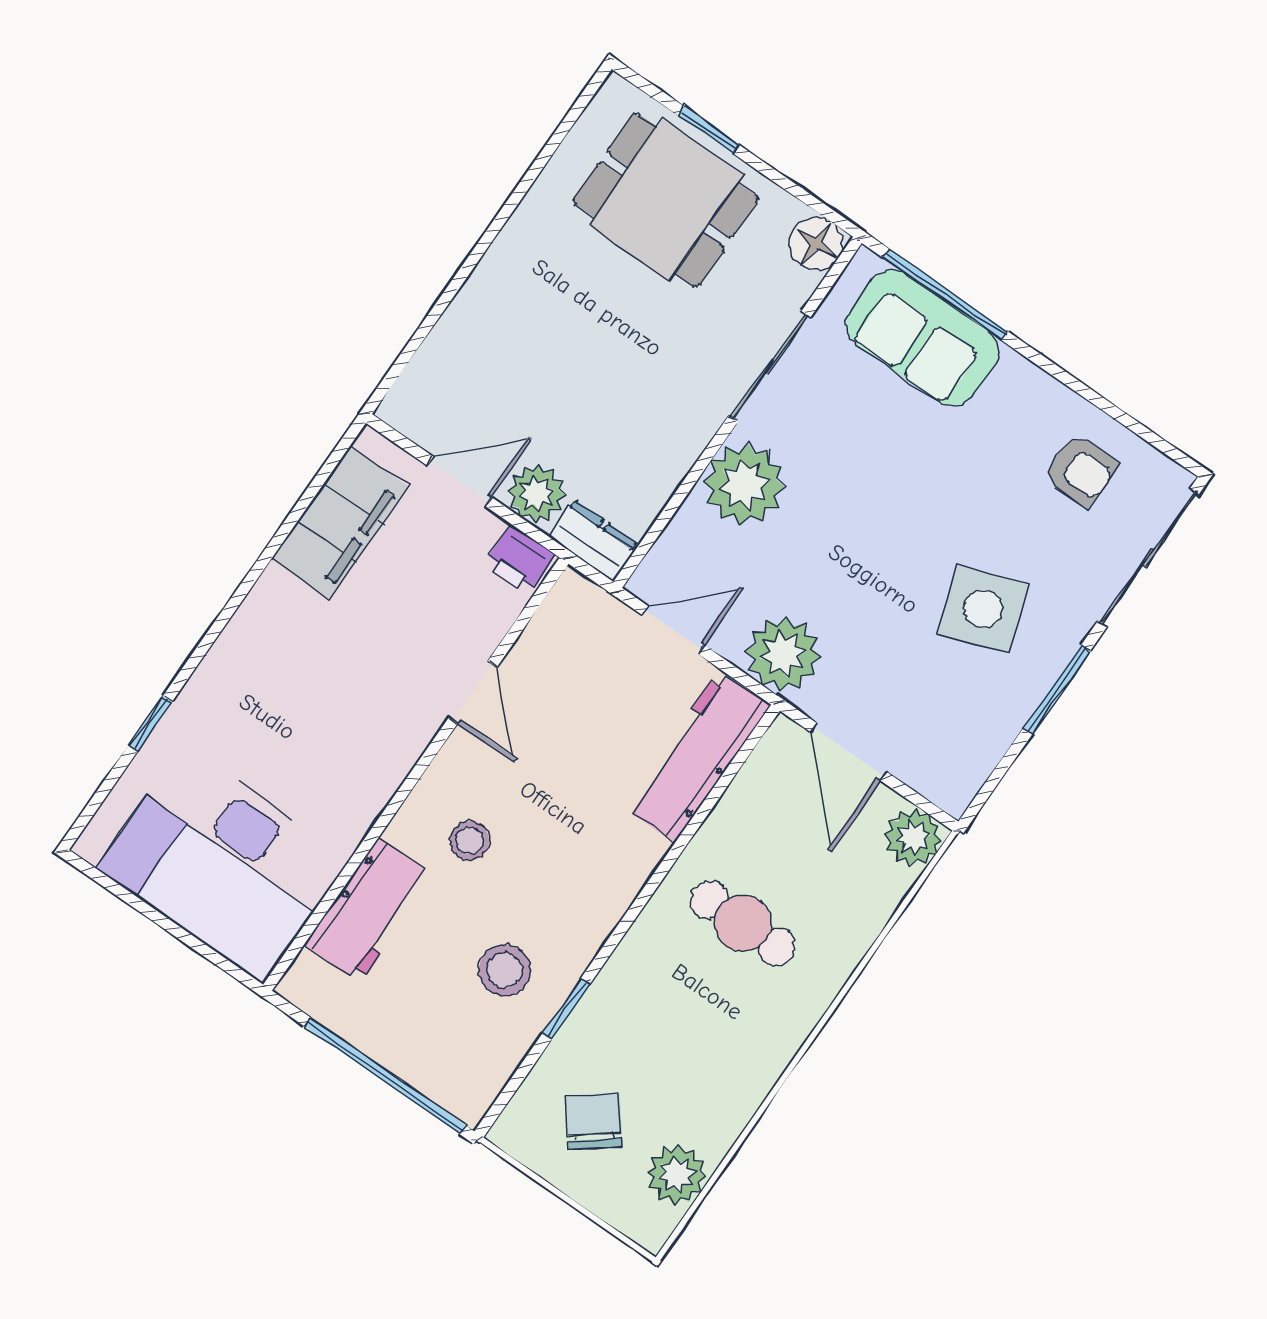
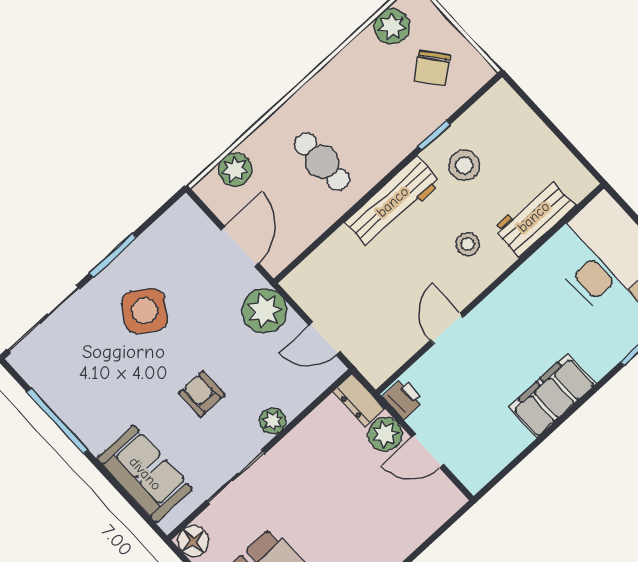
window: (945, 295) -> (57, 421), moved
armchair: (1081, 470) -> (202, 394), moved
plant: (744, 484) -> (273, 421), width x0.53, depth x0.53
filing cabinet: (340, 523) -> (552, 396), moved
side table: (983, 609) -> (145, 311), turned -36
workbench: (697, 757) -> (393, 202), moved
plant: (913, 838) -> (235, 170), moved
window: (385, 1076) -> (546, 120), removed

